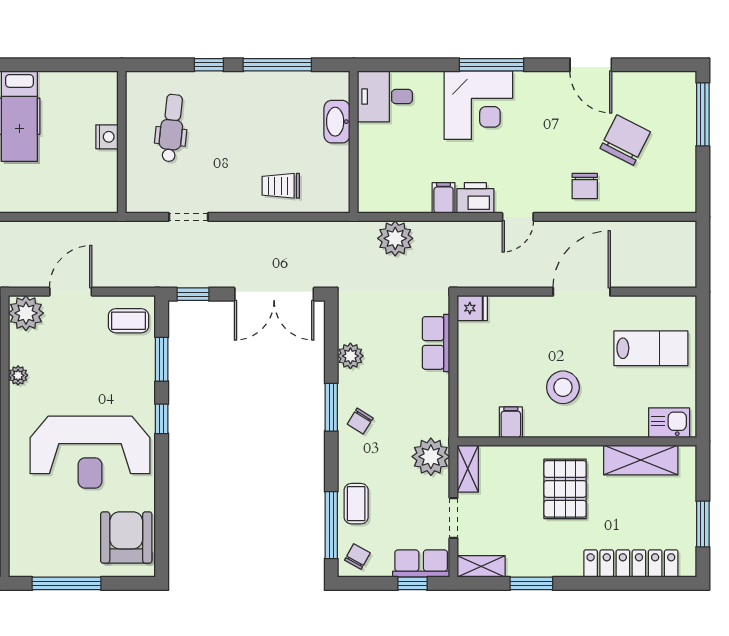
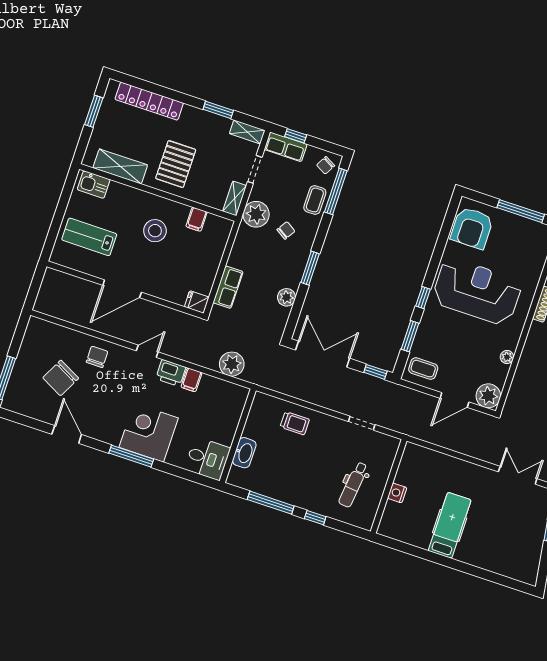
chair: (360, 421) -> (286, 230), moved

